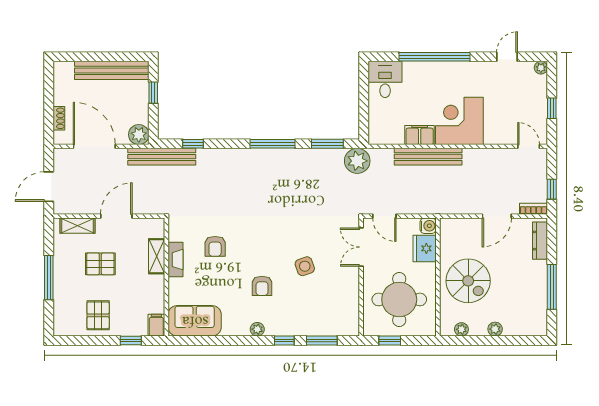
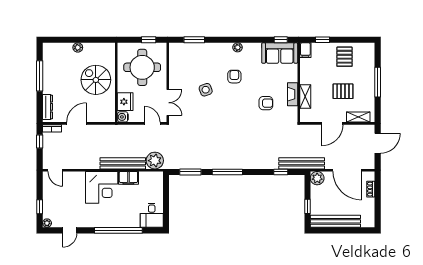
window: (552, 108) -> (40, 207), moved
plant: (357, 161) -> (155, 161), moved
armchair: (215, 246) -> (266, 103), turned 90
plant: (461, 329) -> (100, 47), removed
window: (284, 340) -> (281, 40), moved

